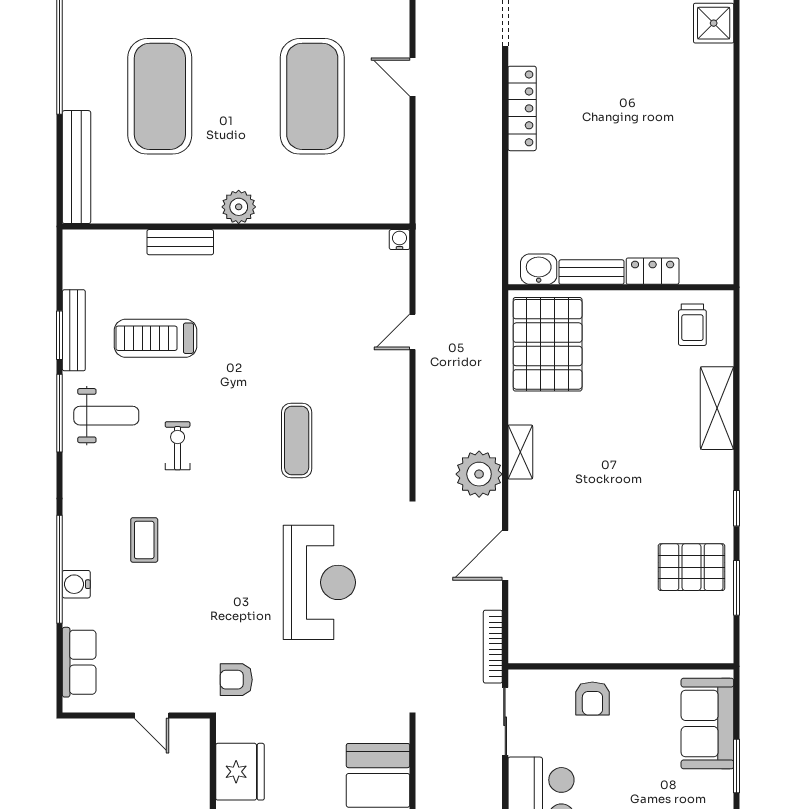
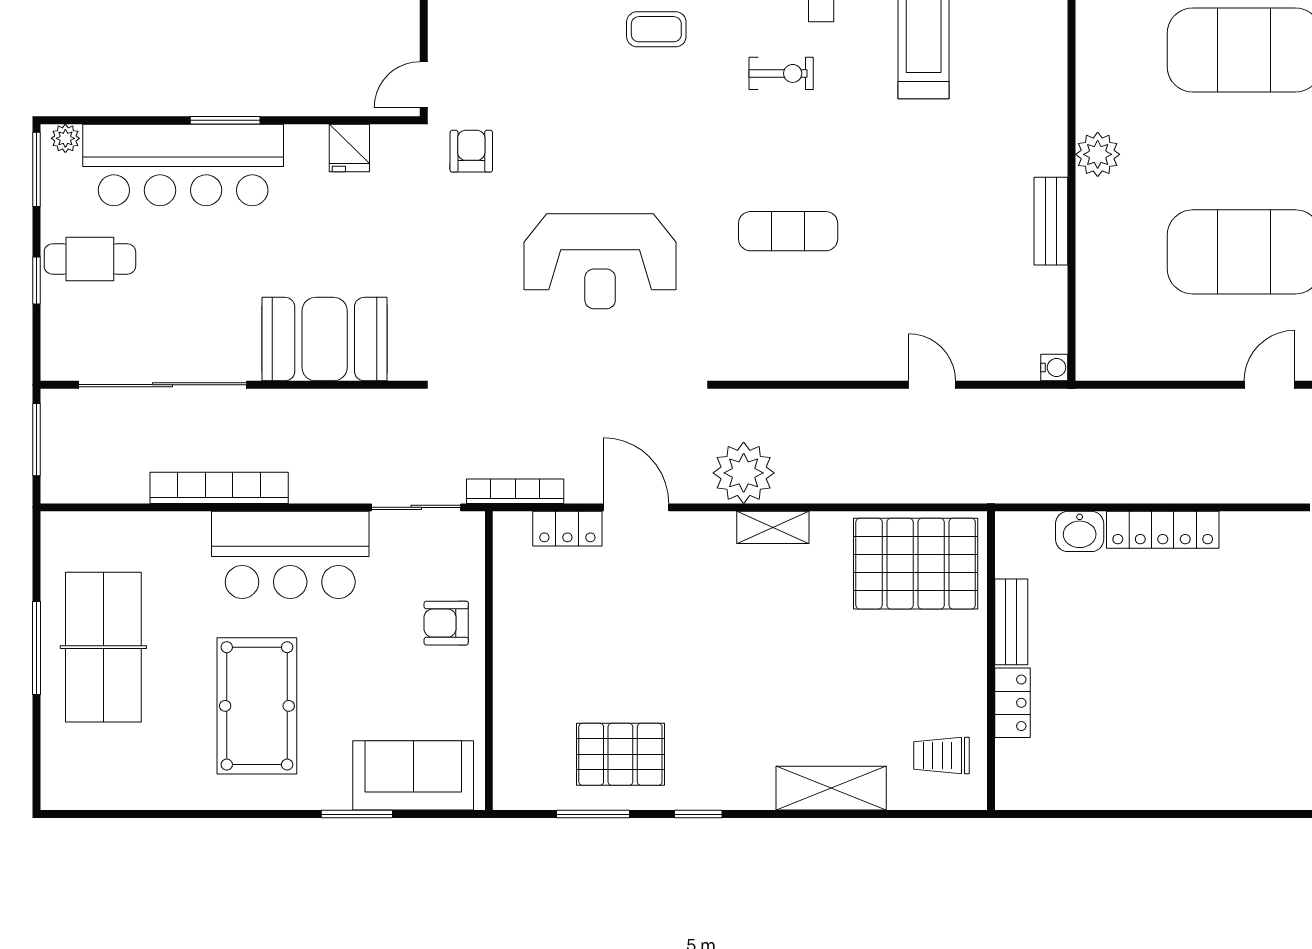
locker: (522, 108) -> (1163, 530), moved
bench: (180, 242) -> (1051, 221), moved
washbasin: (539, 269) -> (1080, 531), moved, turned 90
pallet: (691, 567) -> (620, 754), turned 90
locker: (521, 607) -> (567, 529), added
door: (152, 716) -> (424, 85), moved
fridge: (240, 772) -> (349, 148), width x0.53, depth x0.75

